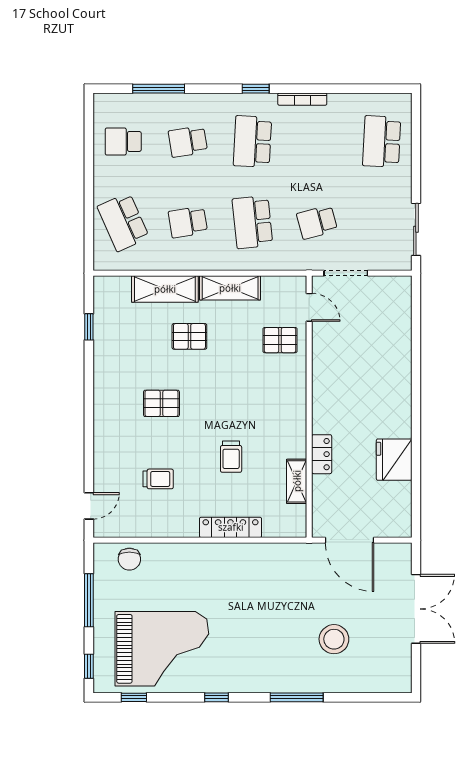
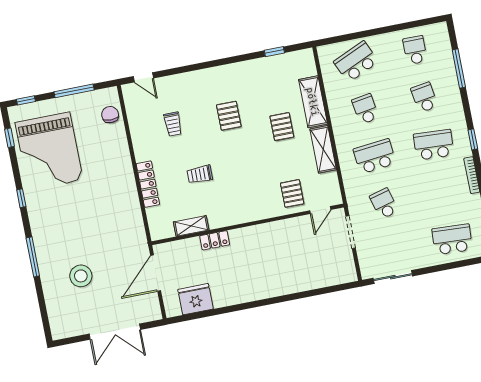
fridge: (394, 460) -> (196, 299), moved
chair: (129, 559) -> (110, 115), turned 90

